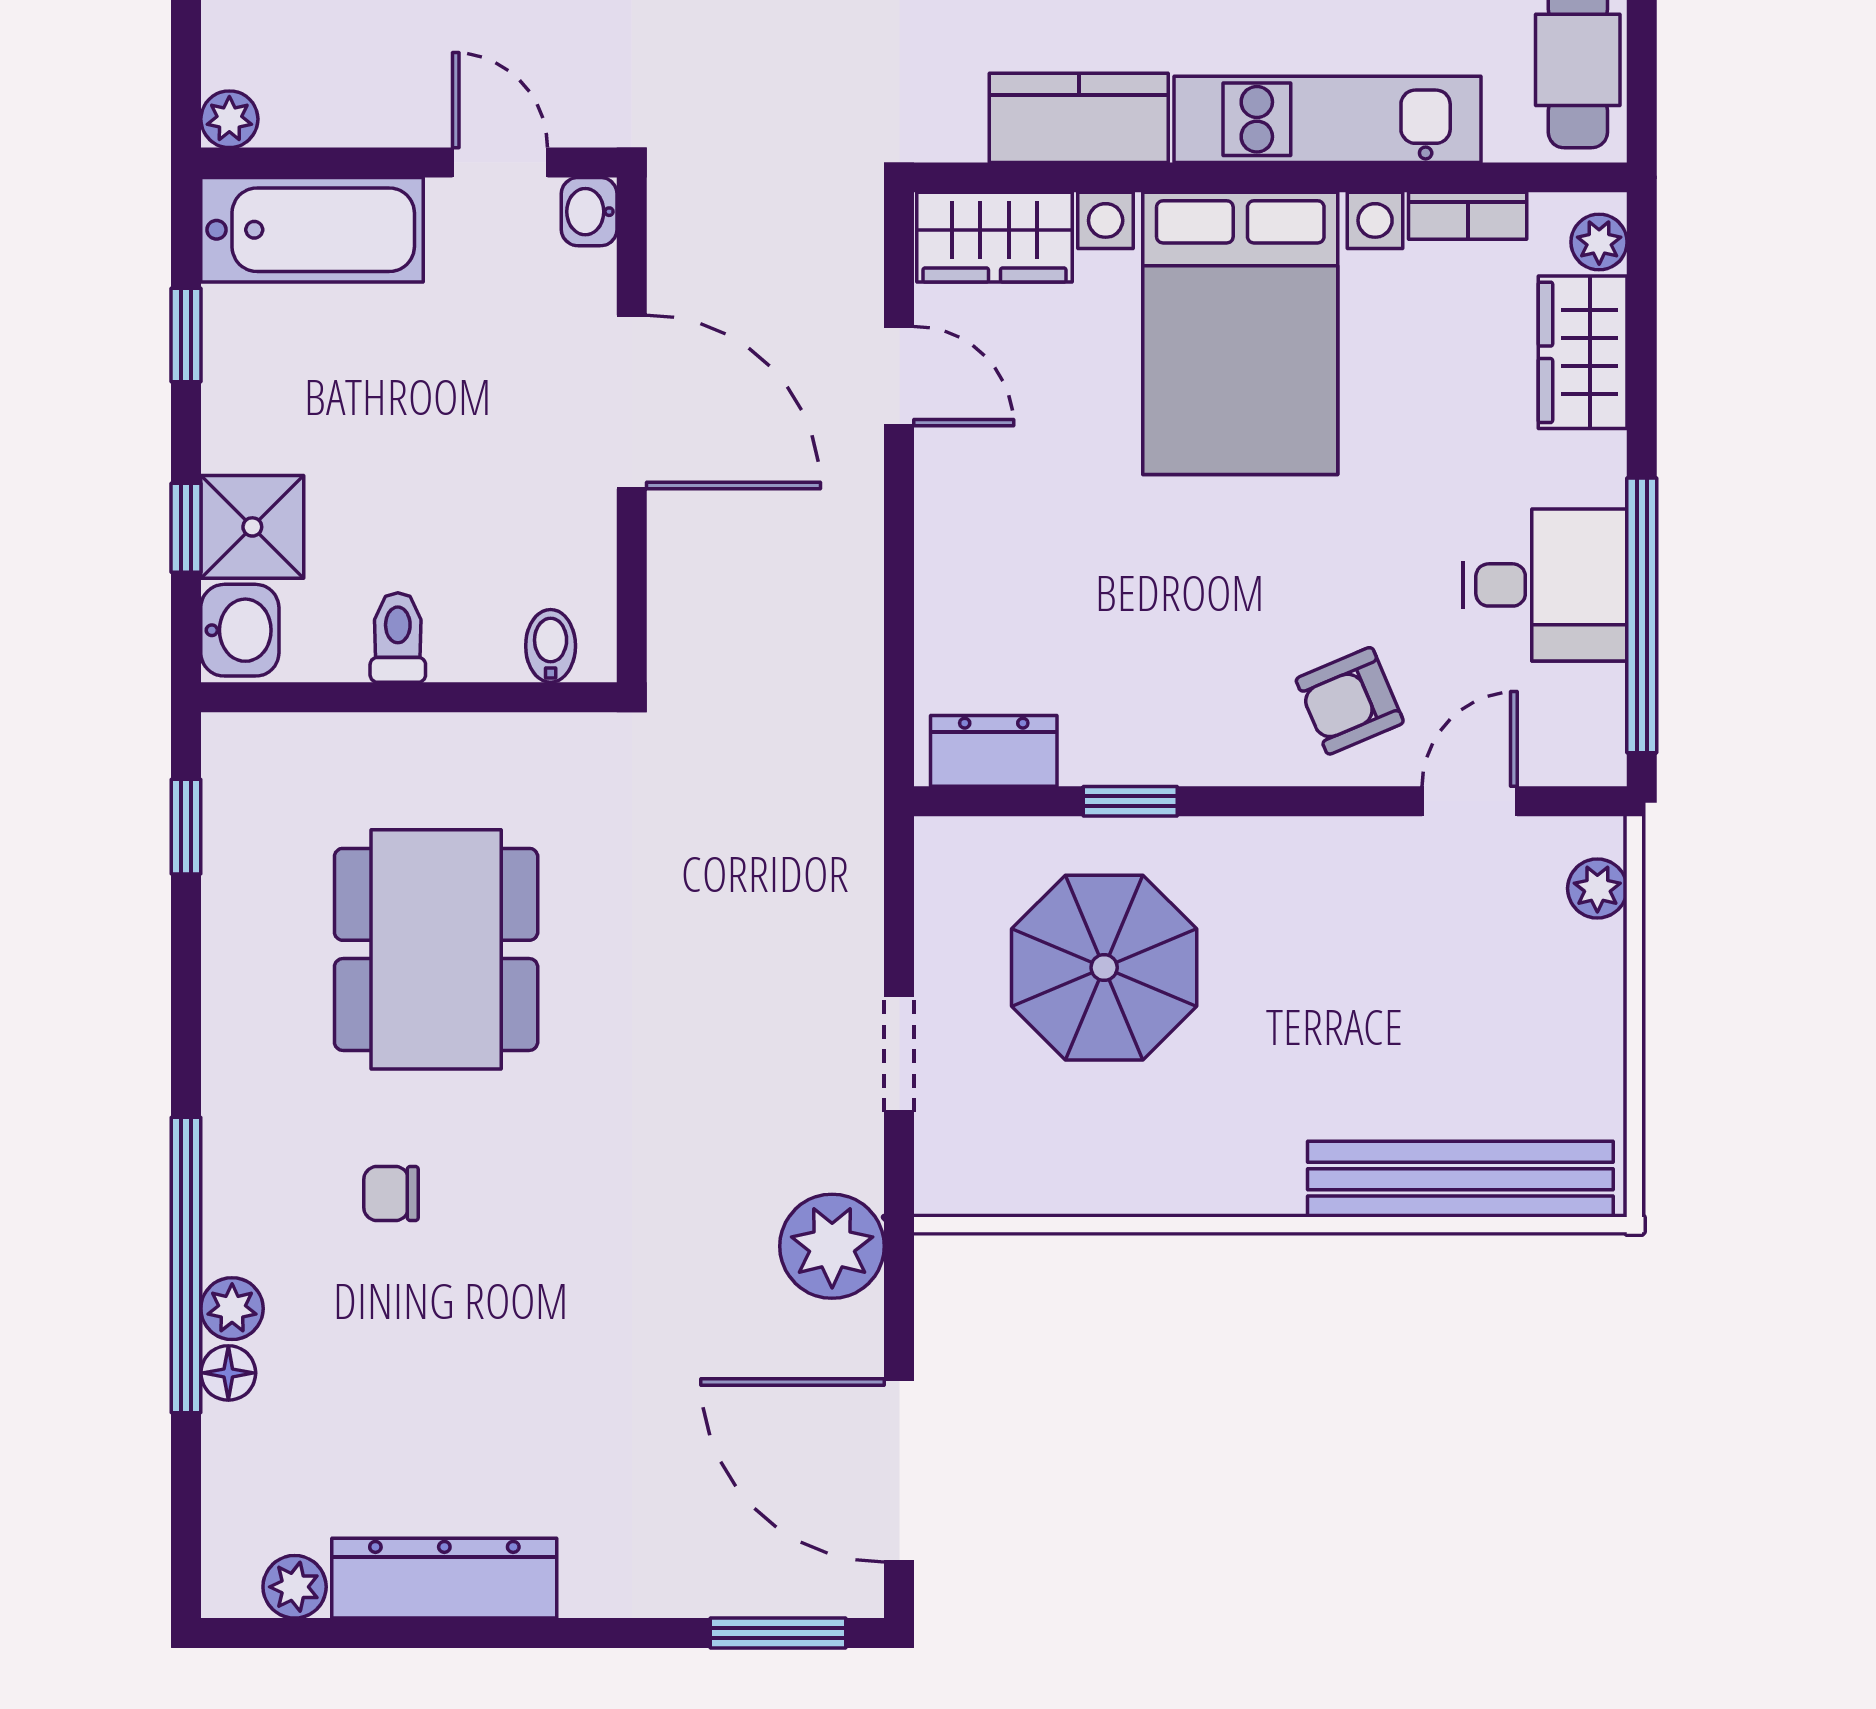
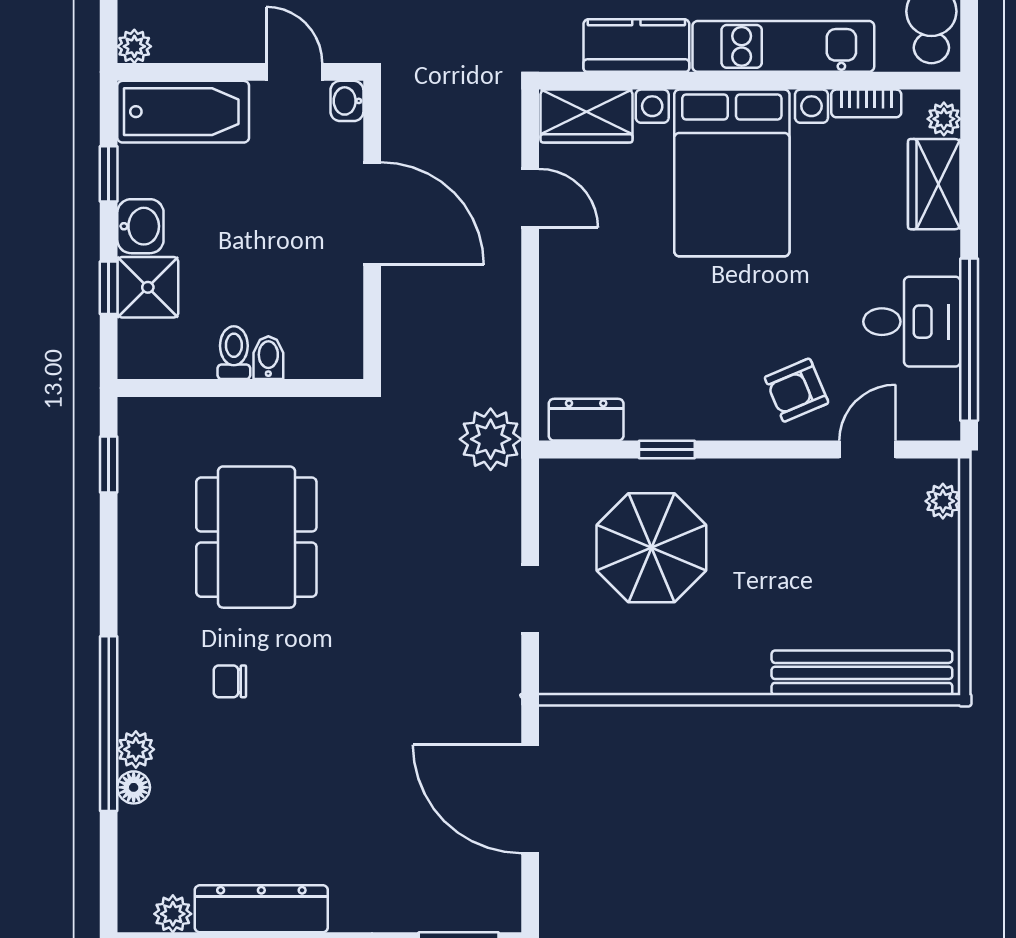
washbasin: (240, 630) -> (140, 226), moved
bidet: (551, 646) -> (268, 358), moved
plant: (832, 1246) -> (491, 439), moved
door: (899, 1470) -> (530, 799), moved

